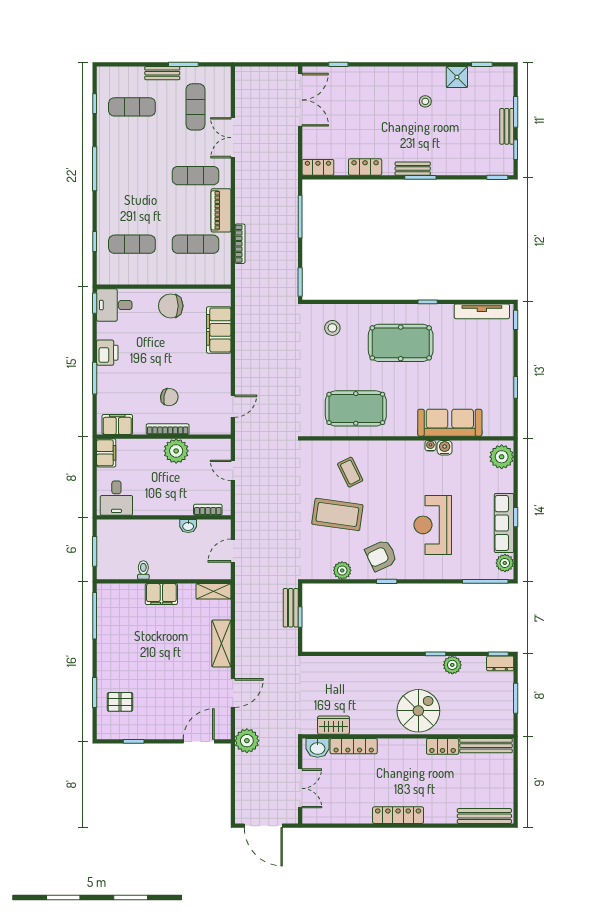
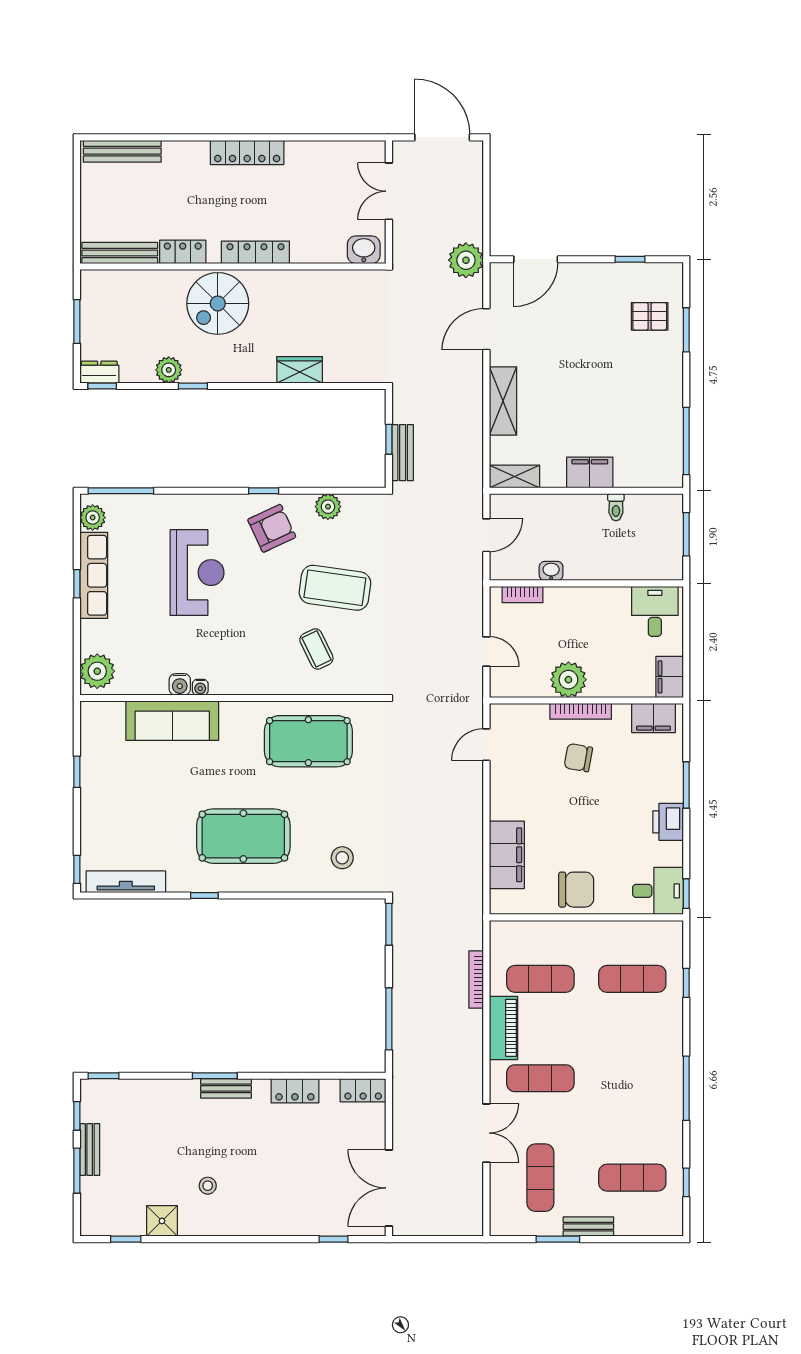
wardrobe: (333, 725) -> (300, 370), moved, turned 180
locker: (354, 746) -> (255, 252), moved

